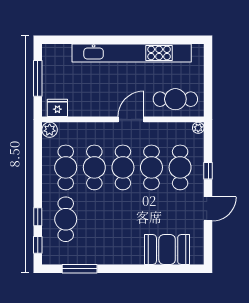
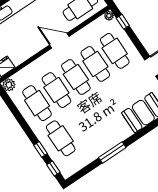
door: (131, 119) -> (59, 41), hinge flipped
window: (208, 171) -> (123, 22), moved
window: (80, 269) -> (112, 152), moved

